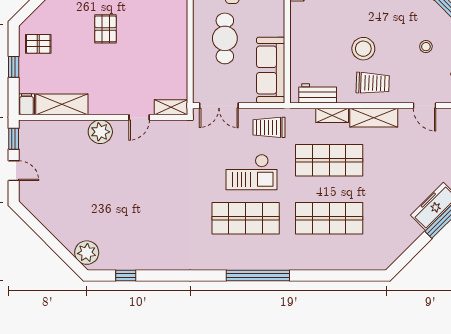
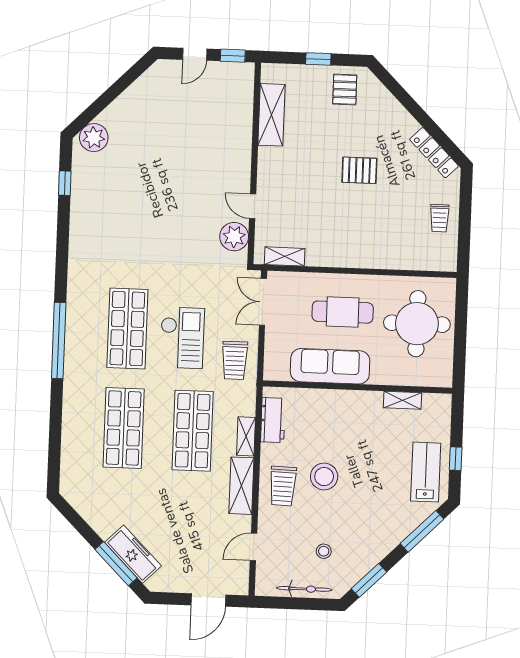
sofa: (271, 70) -> (330, 366), moved
filing cabinet: (27, 104) -> (273, 73), removed
shelving: (171, 107) -> (285, 256), moved, turned 90
trolley: (269, 127) -> (235, 360), turned 180
plant: (100, 132) -> (234, 237), moved
checkout: (252, 172) -> (182, 338), turned 180

